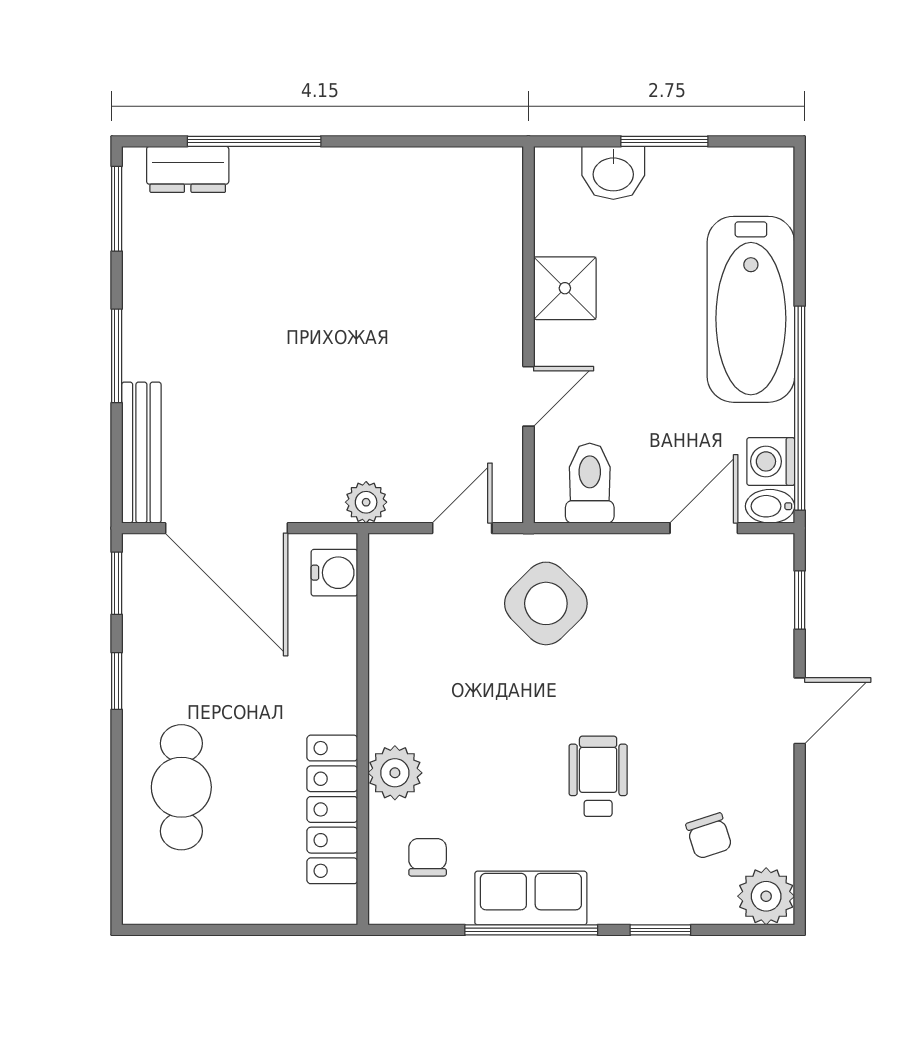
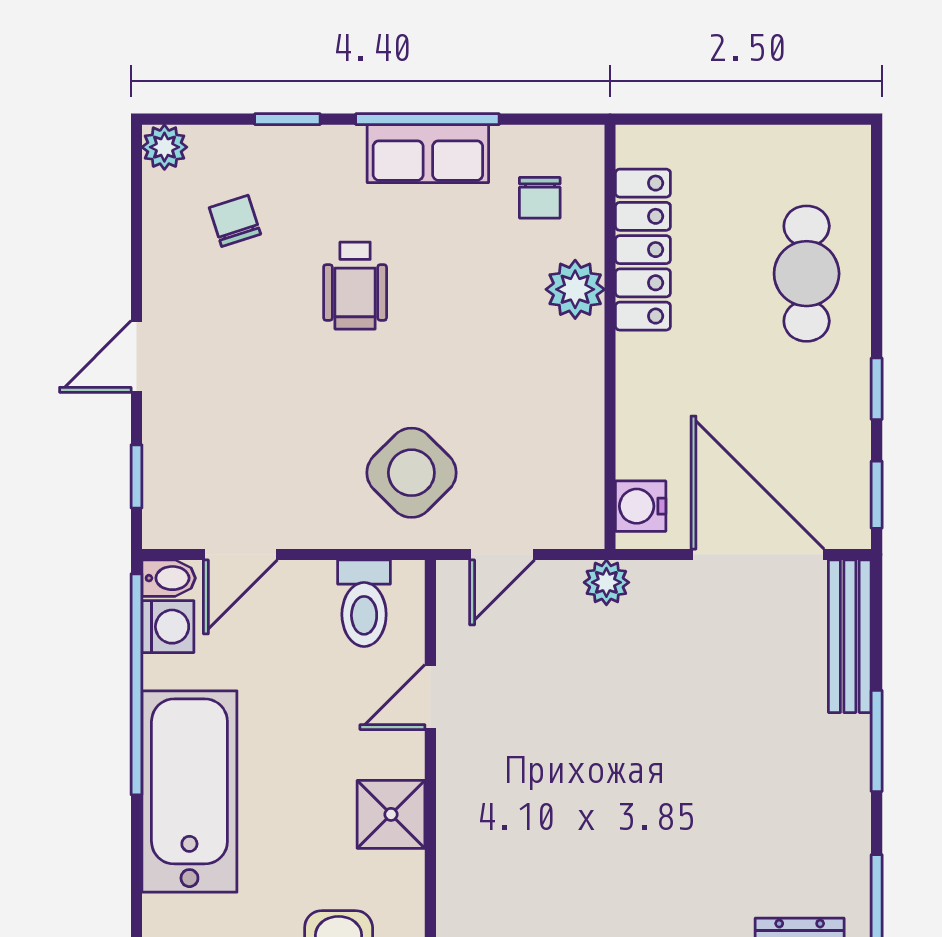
plant: (766, 896) -> (164, 147), width x0.73, depth x0.73

